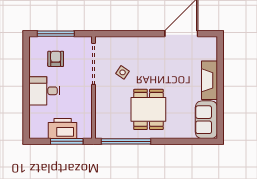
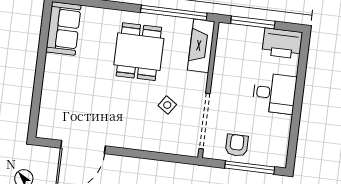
armchair: (56, 59) -> (237, 145), moved, turned 180
fireplace: (210, 80) -> (201, 46), moved, turned 180
printer: (63, 129) -> (282, 43), moved

